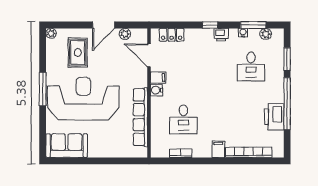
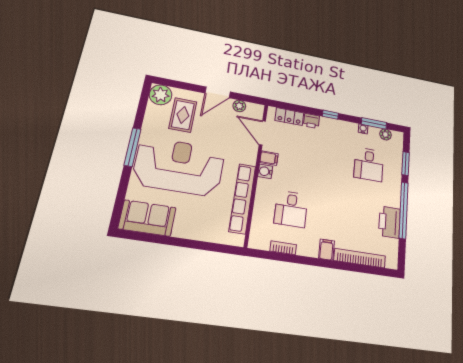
plant: (51, 33) -> (161, 95), width x1.87, depth x1.87
printer: (221, 35) -> (311, 121), moved

